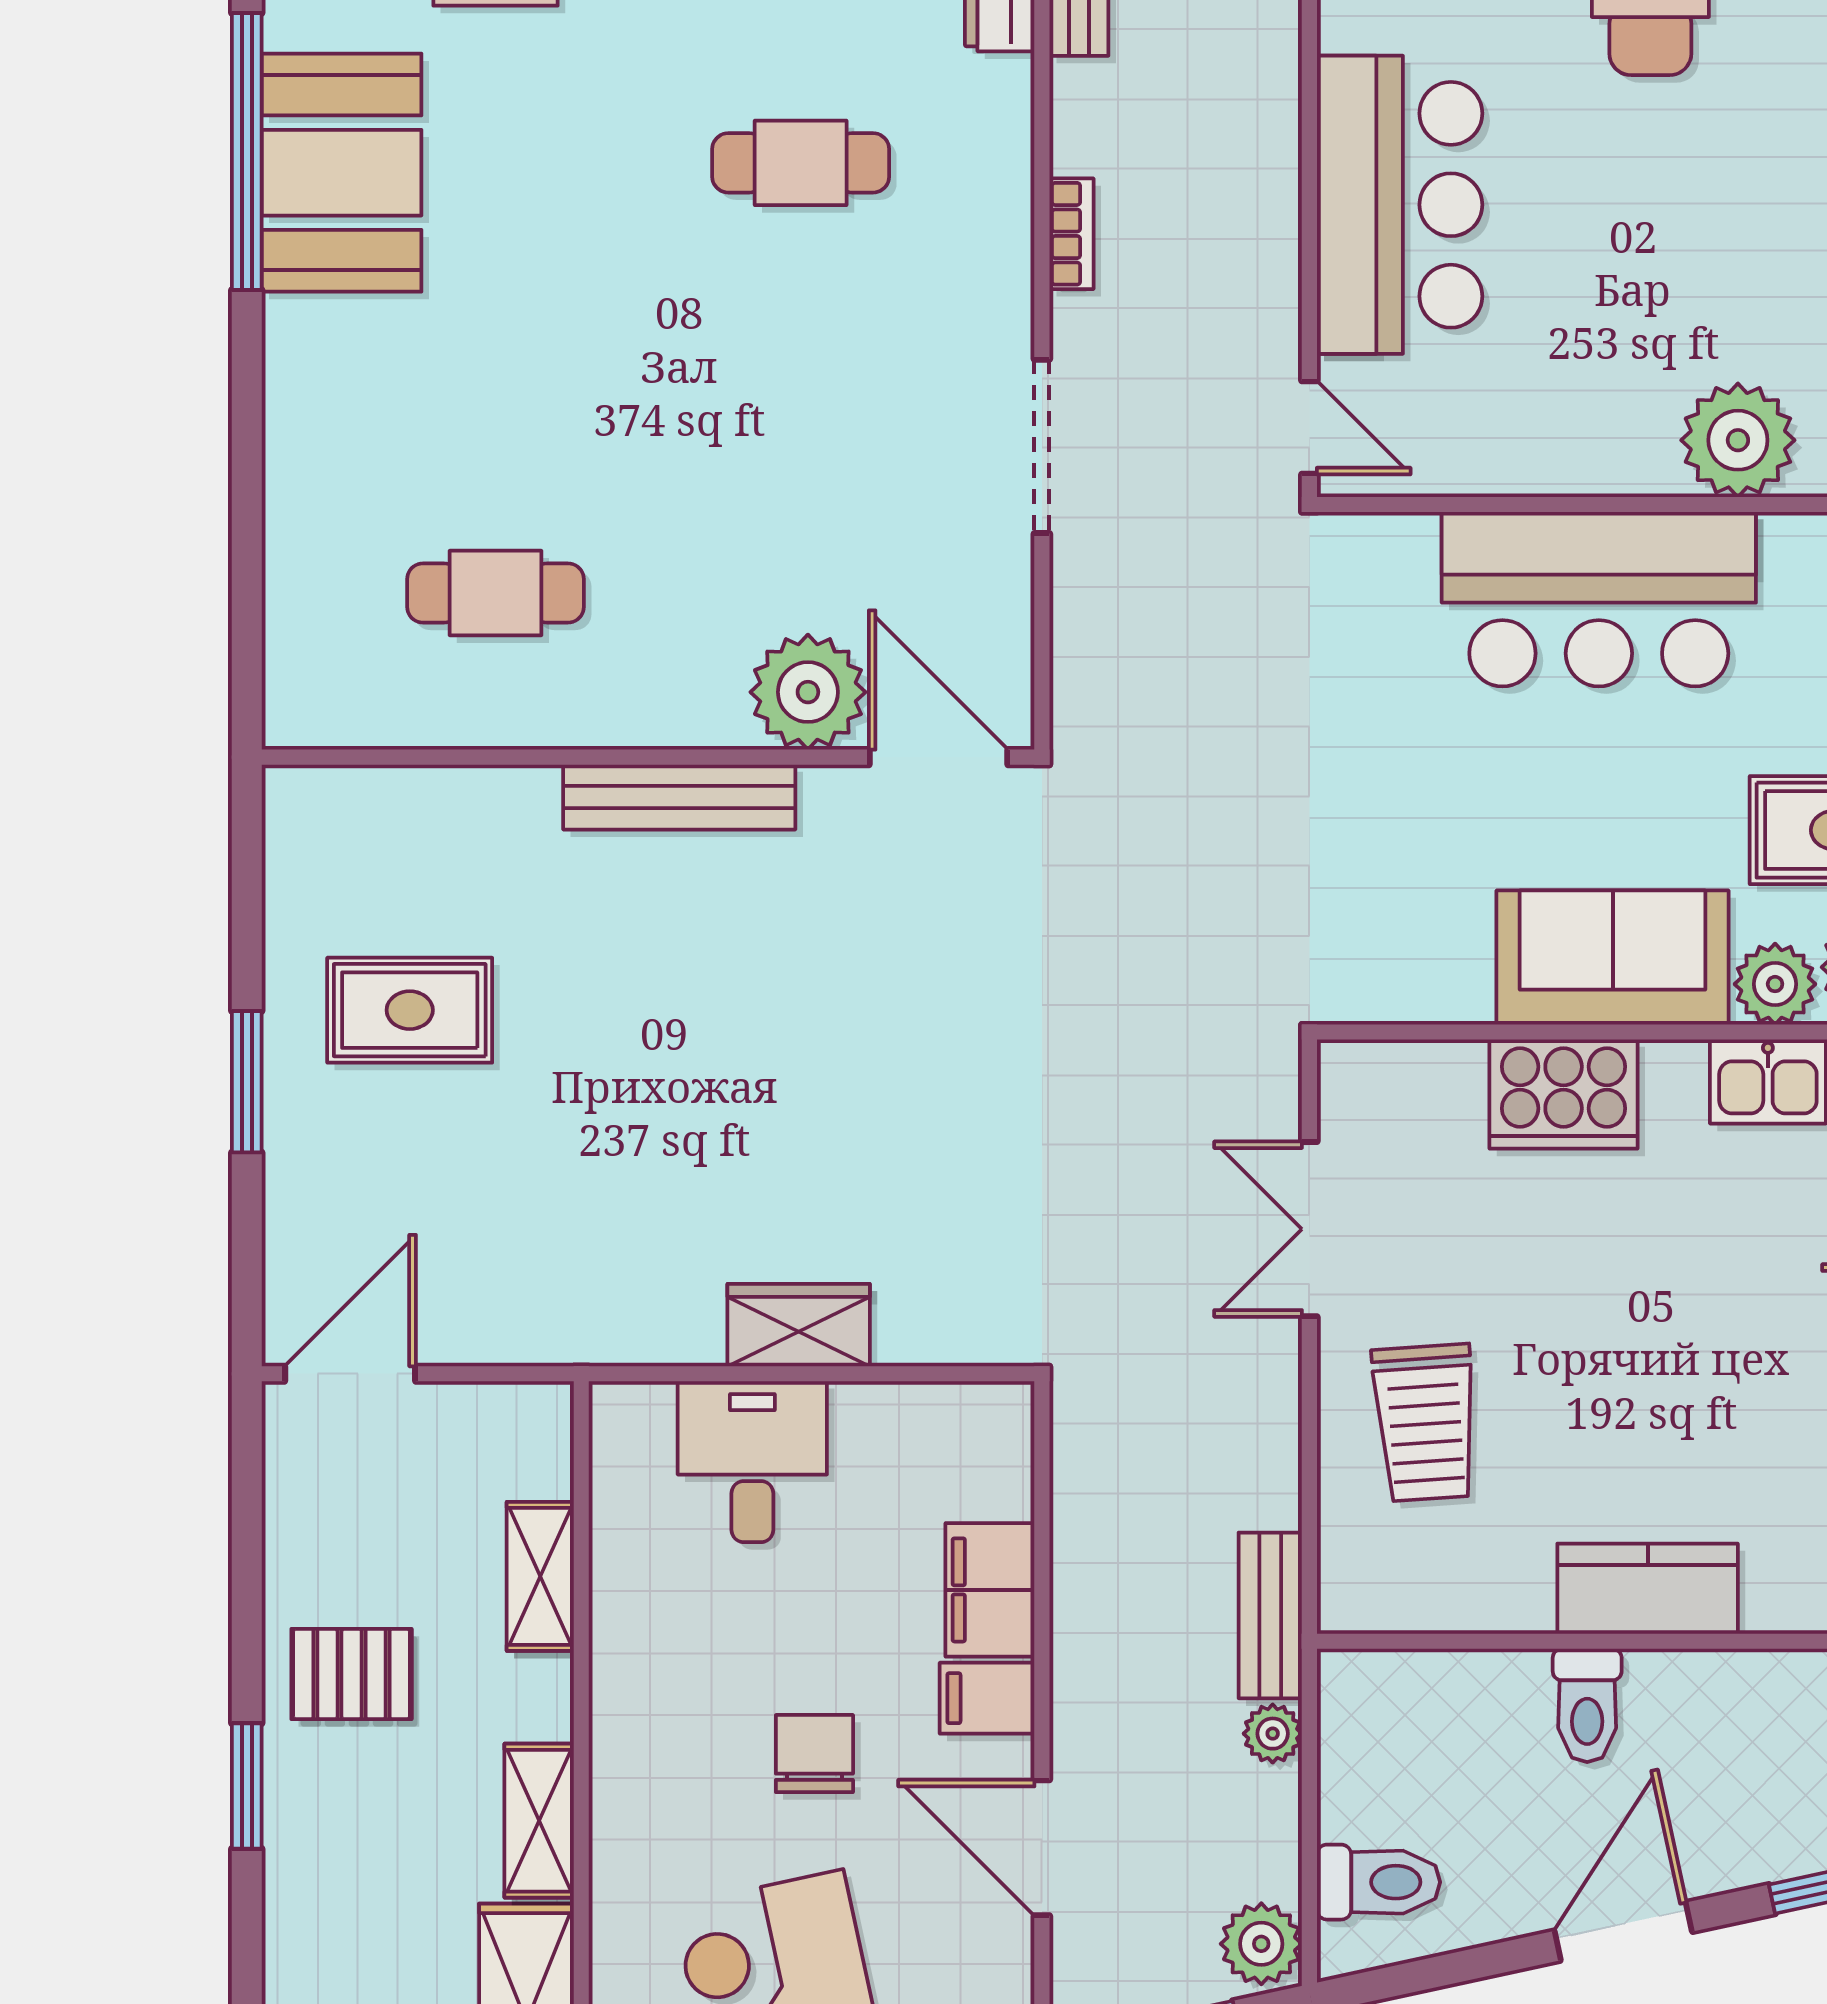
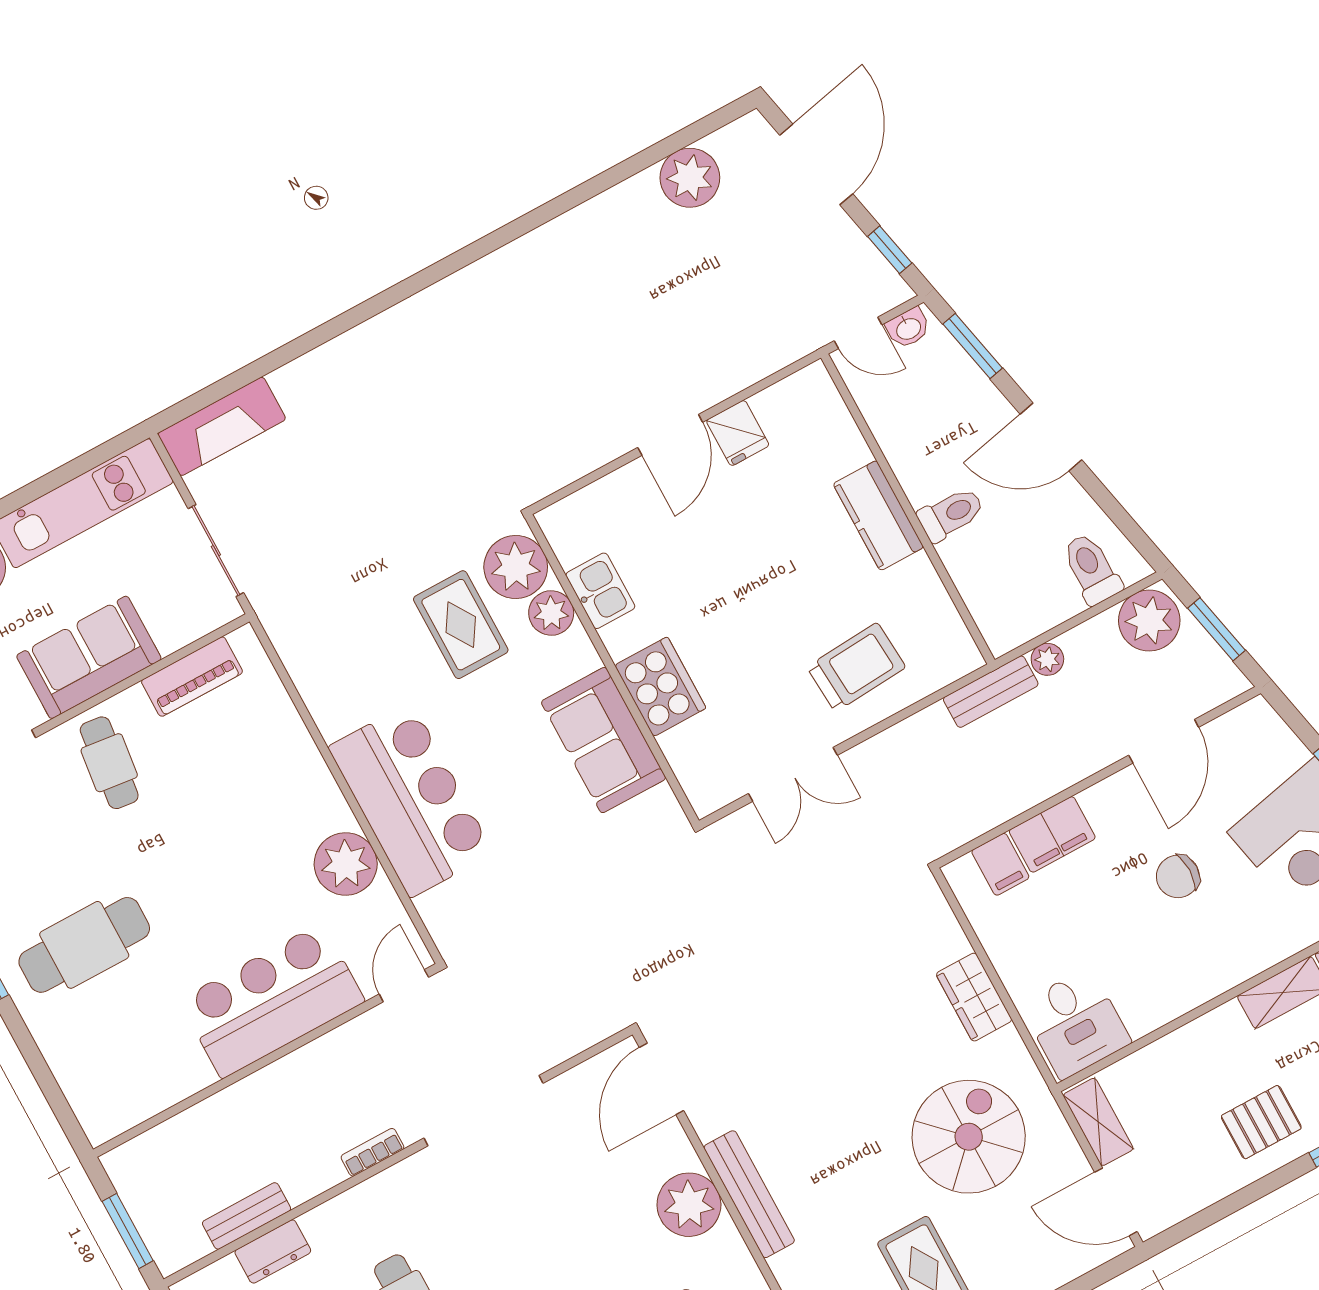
plant: (1738, 440) -> (346, 864), moved
doorway: (1042, 446) -> (483, 1111), width x1.36
plant: (808, 692) -> (689, 1205), moved
sofa: (1613, 957) -> (603, 740), moved
spiral stairs: (581, 1196) -> (969, 1137), added
desk: (752, 1462) -> (1076, 1023), moved, turned -90
shelving: (540, 1576) -> (1098, 1122), moved, turned 90
pallet: (352, 1674) -> (1261, 1122), turned 90
filing cabinet: (987, 1698) -> (1000, 864), moved
plant: (1261, 1944) -> (1149, 621), width x1.36, depth x1.36

